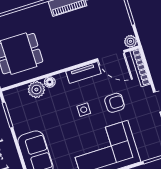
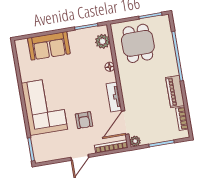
plant: (36, 90) -> (103, 41), moved
side table: (84, 110) -> (82, 93), removed

